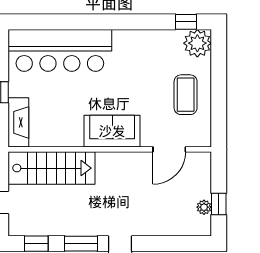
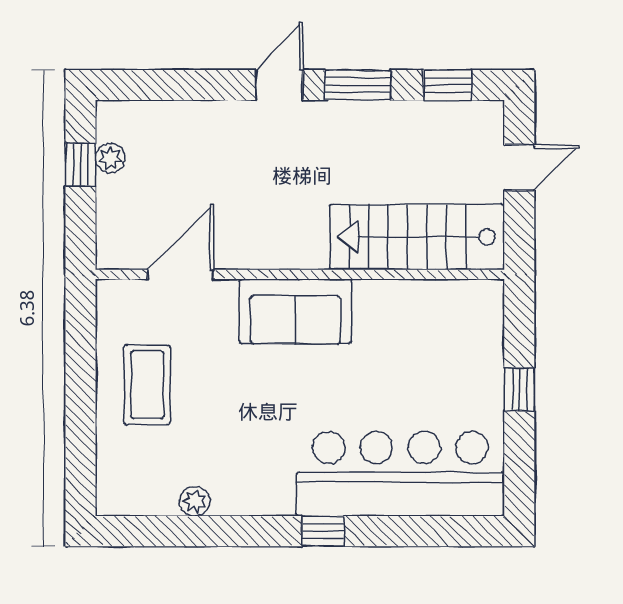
window: (186, 22) -> (323, 531), moved
plant: (197, 43) -> (195, 501), moved, width x0.53, depth x0.53
fireplace: (18, 122) -> (484, 329), removed

